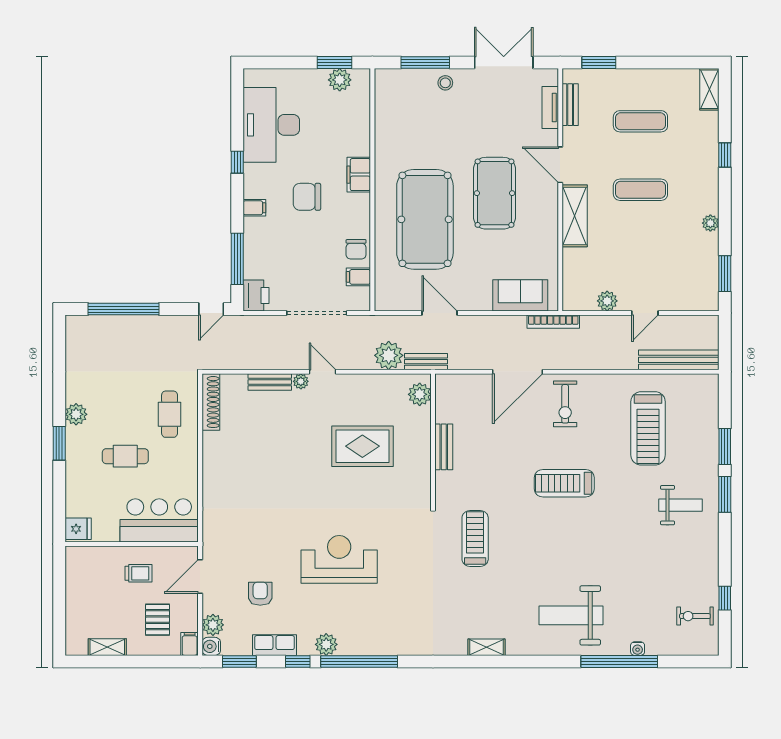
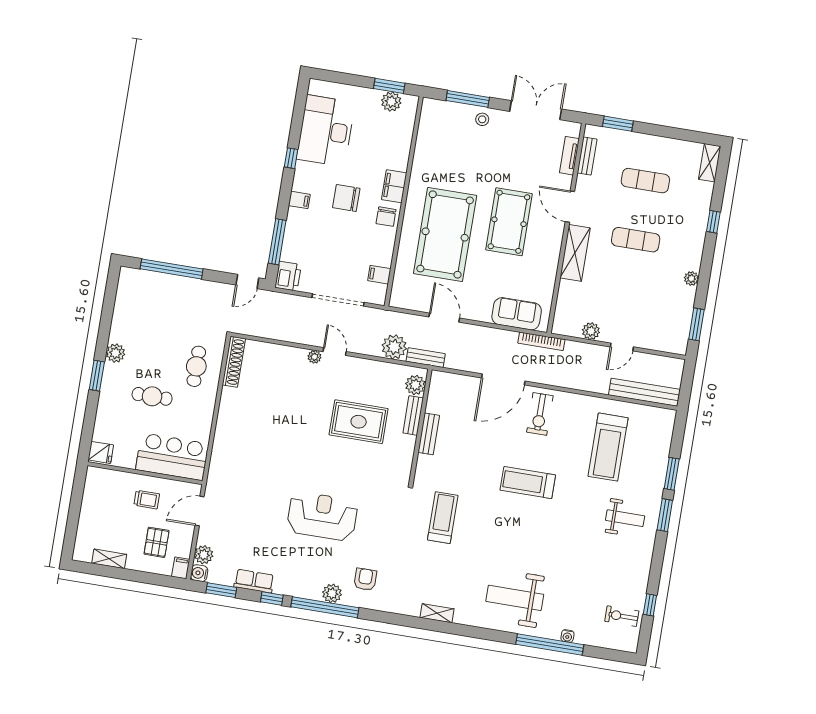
chair: (356, 249) -> (386, 217), moved
bench: (270, 382) -> (413, 415), moved, turned 90
armchair: (260, 594) -> (365, 579), moved
plant: (326, 644) -> (332, 593), moved

